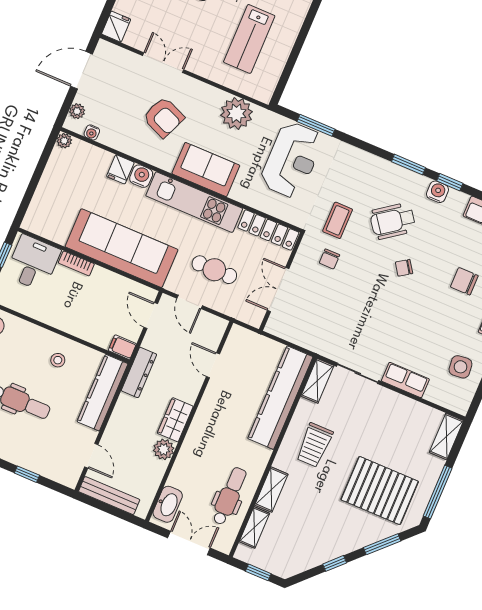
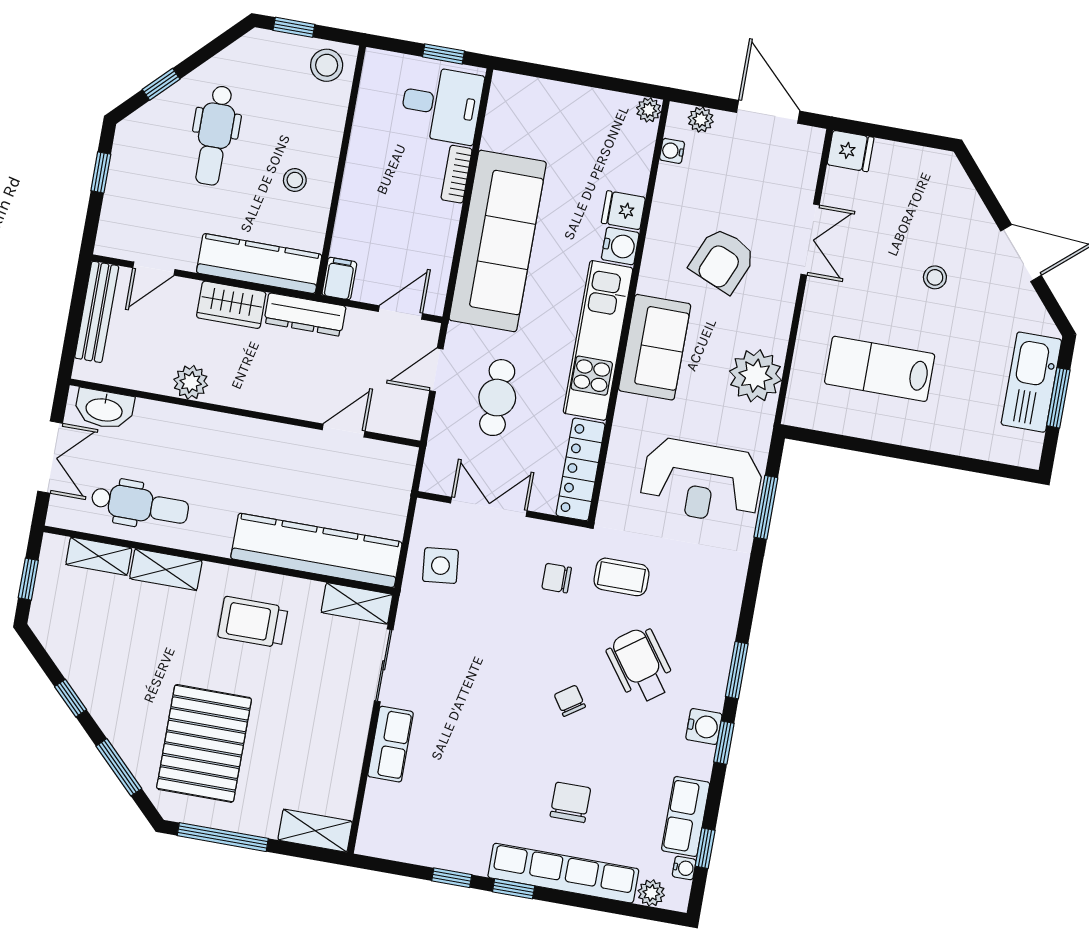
side table: (460, 367) -> (440, 566), moved
wardrobe: (175, 420) -> (231, 305), moved, turned 180

